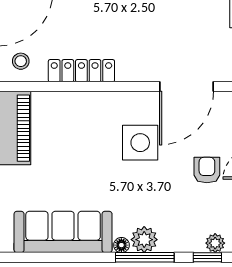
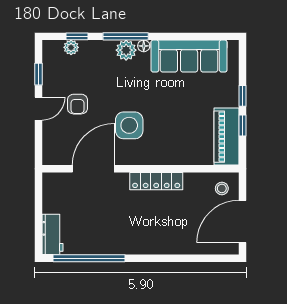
locker: (81, 71) -> (156, 181), moved

